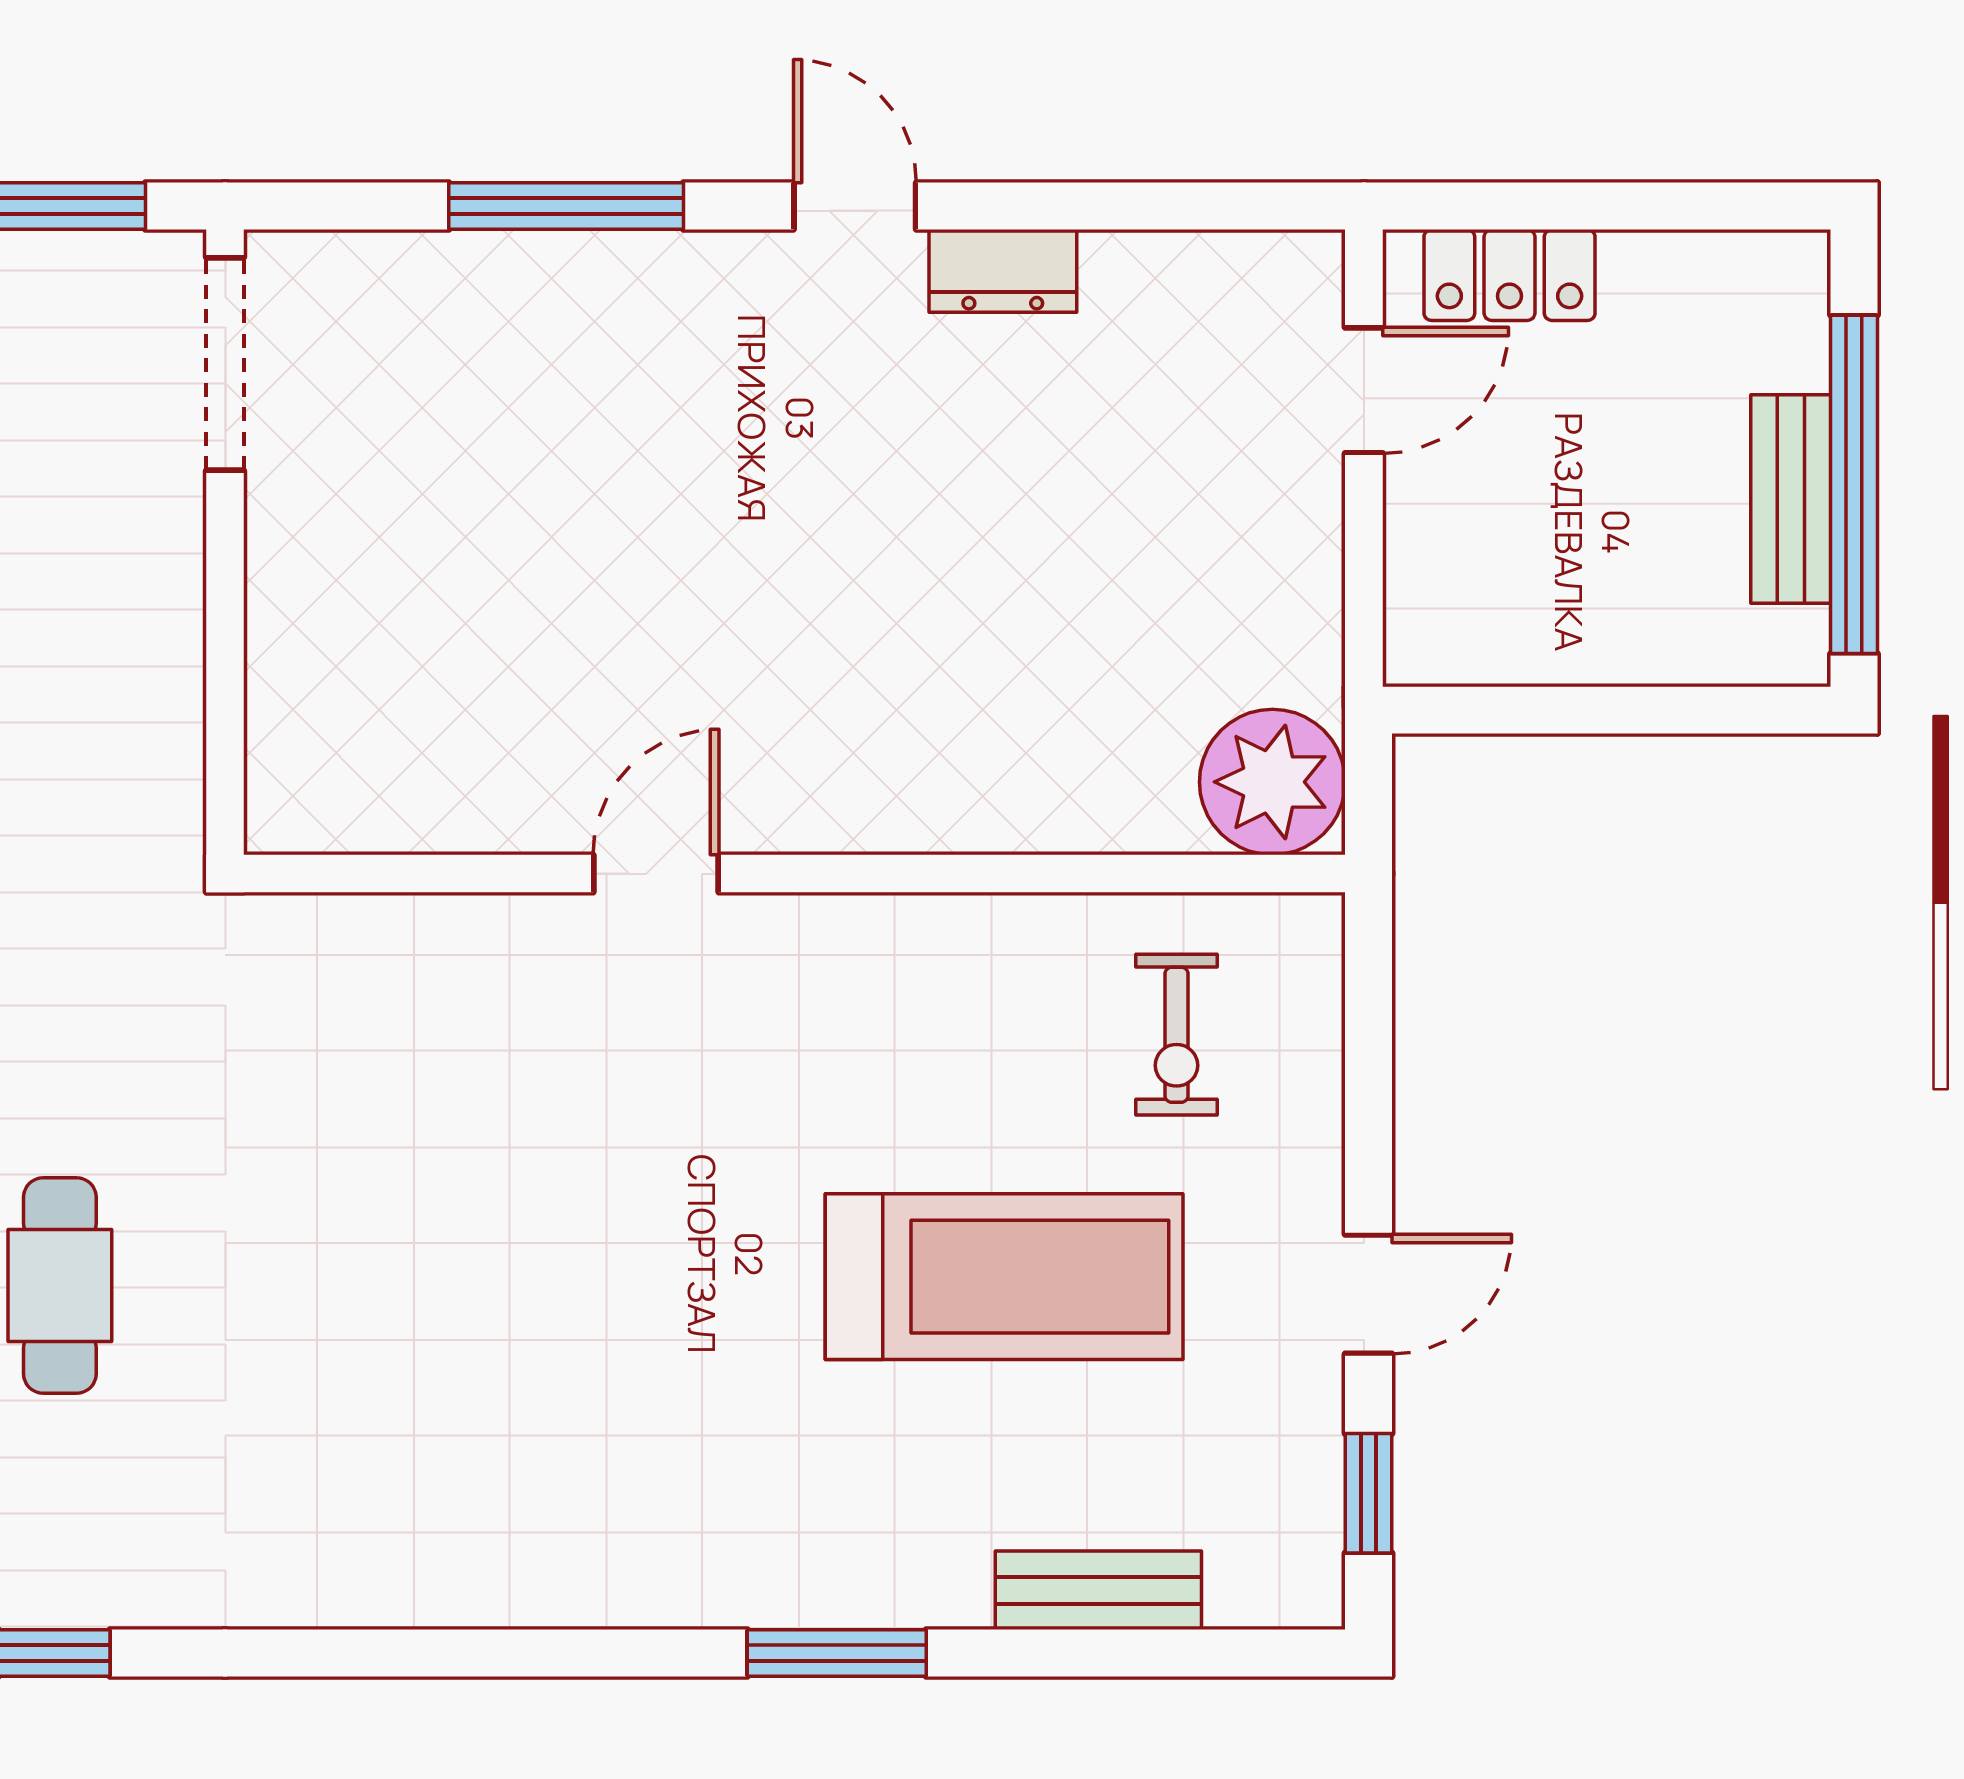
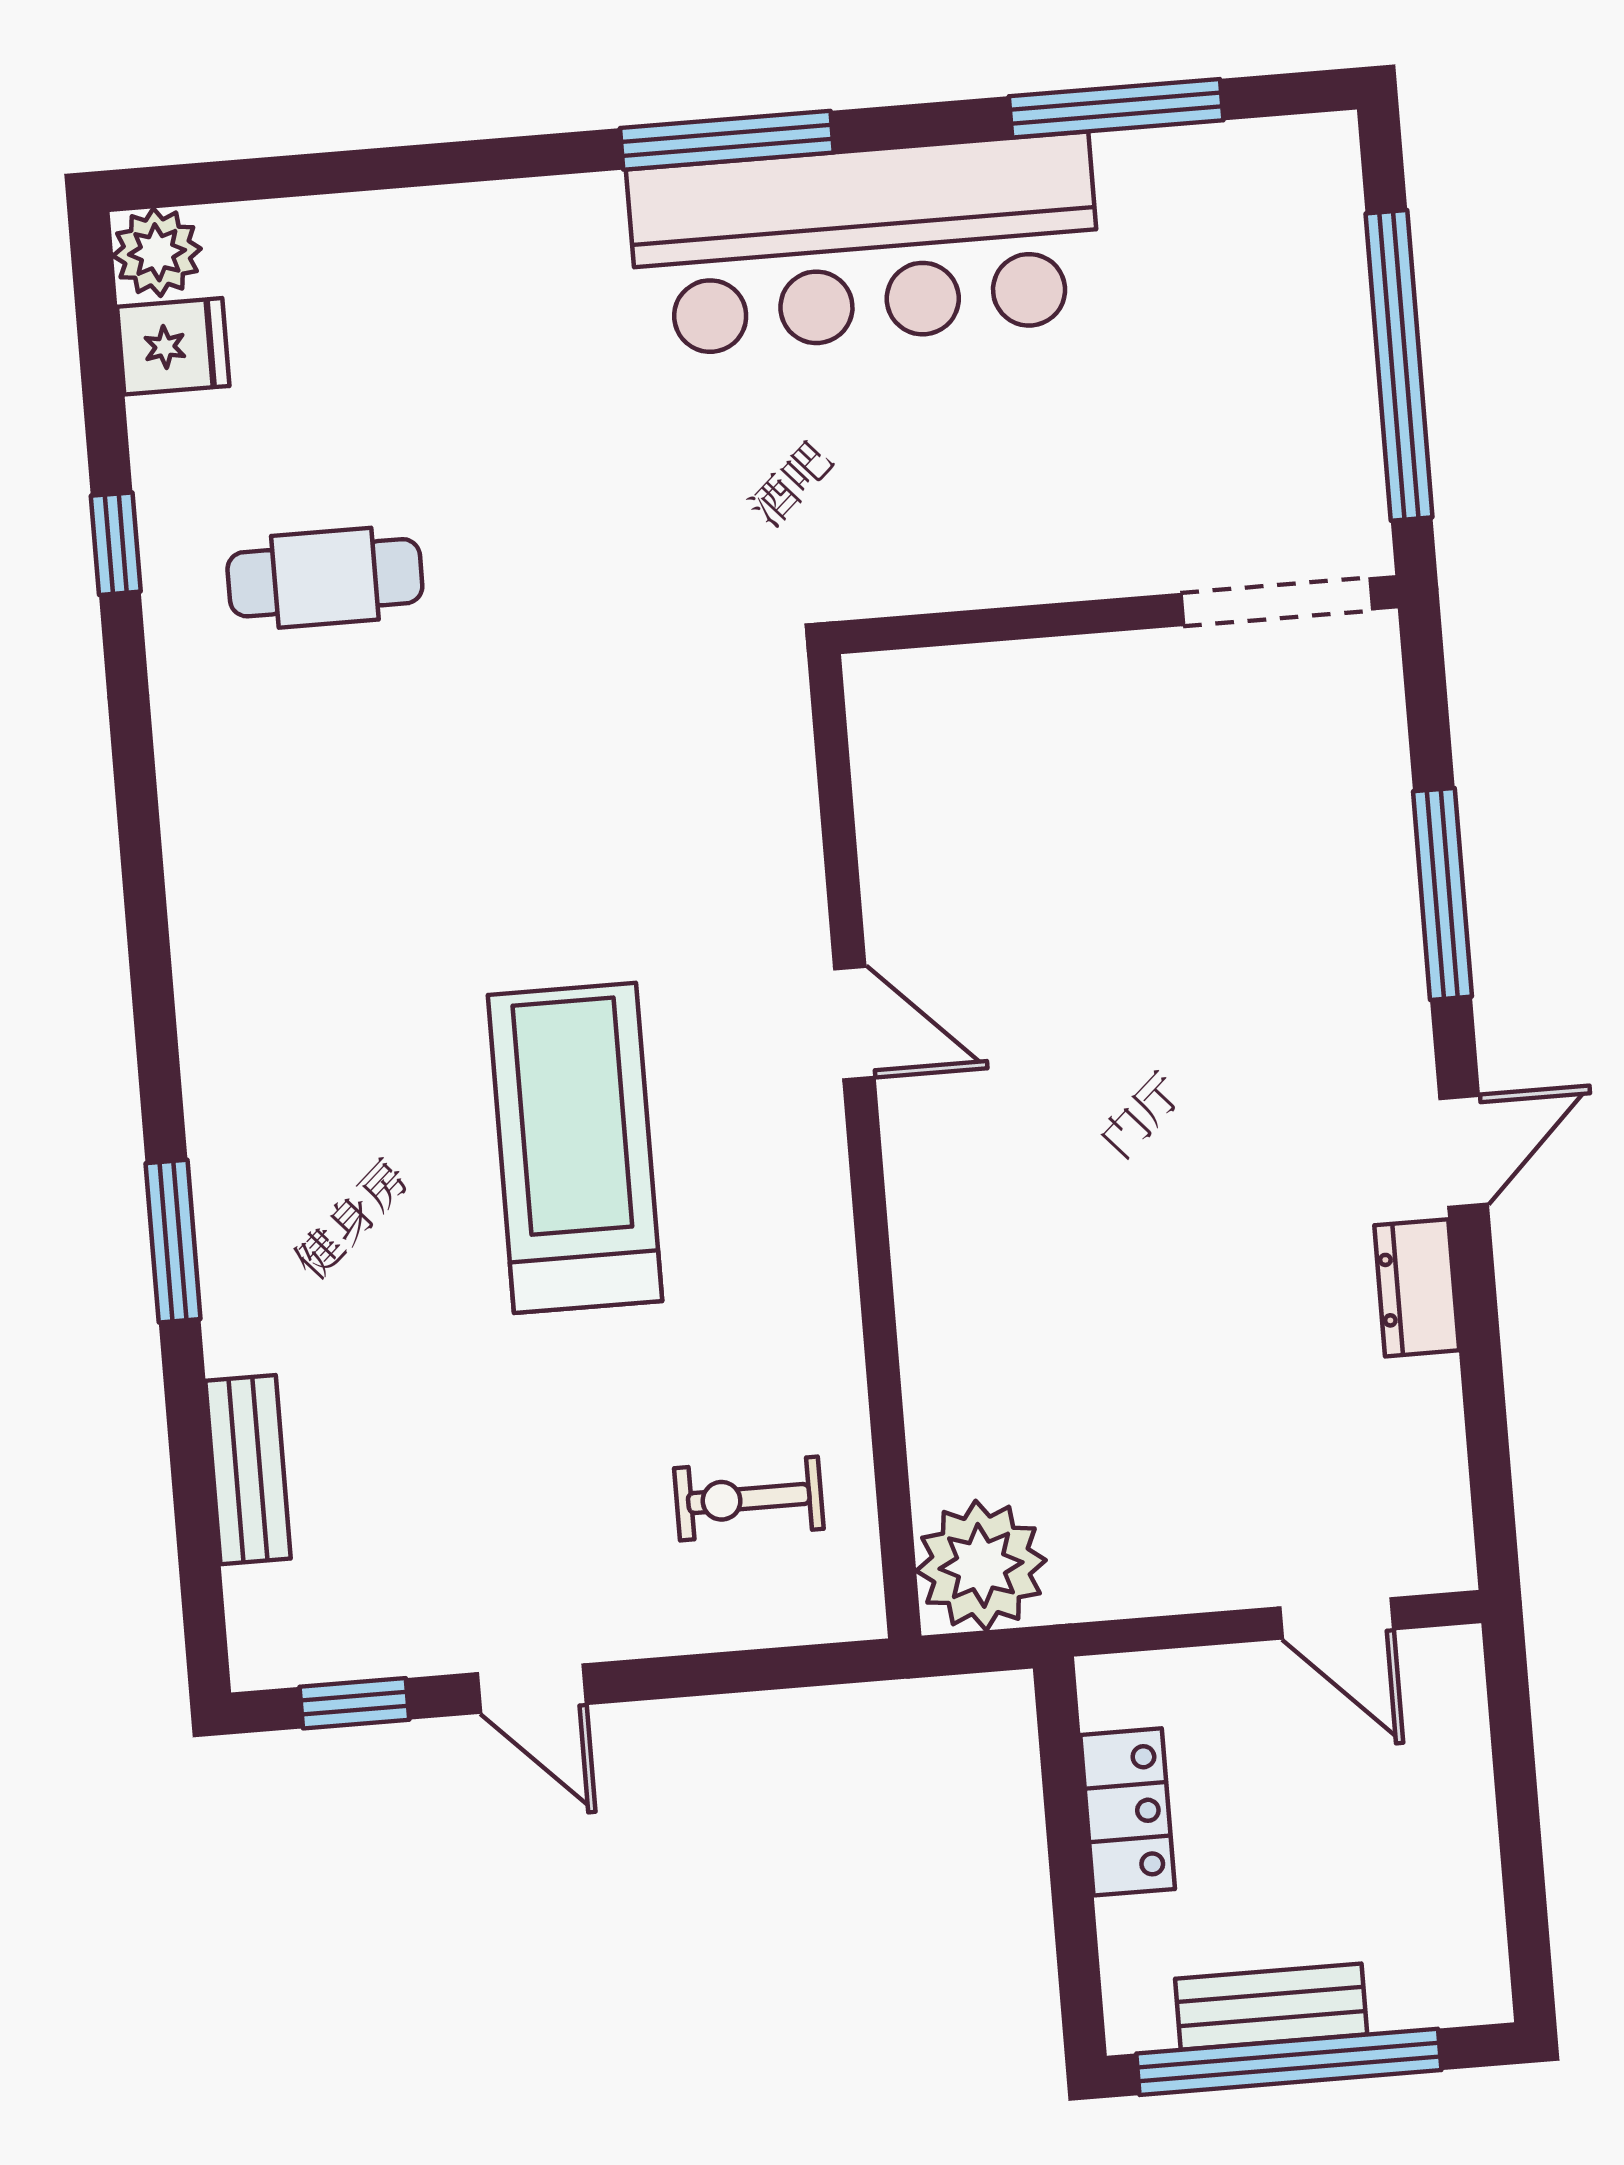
locker: (1510, 275) -> (1128, 1812), moved, turned 180
treadmill: (1004, 1277) -> (575, 1148), moved, turned 180
cafe table: (60, 1286) -> (325, 578), moved

